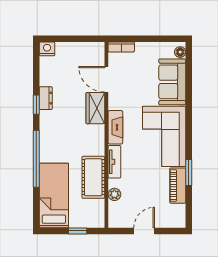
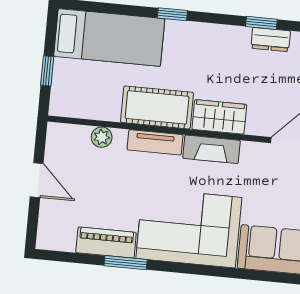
wardrobe: (95, 108) -> (219, 117), moved
window: (36, 159) -> (172, 14), width x0.32
cot: (93, 177) -> (157, 107), moved

